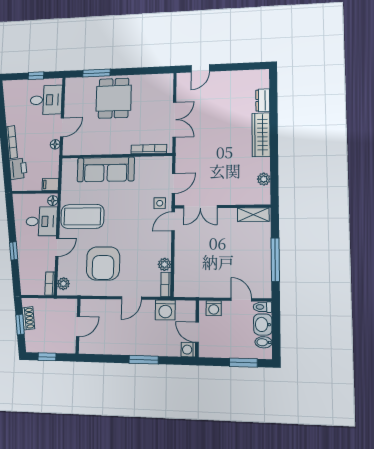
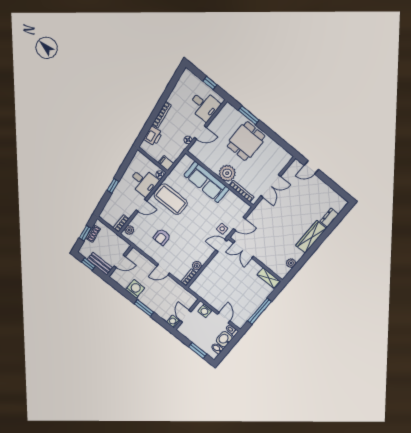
plant: (120, 144) -> (227, 173), added
armchair: (103, 263) -> (162, 237), width x0.53, depth x0.53
washing machine: (165, 310) -> (135, 289), moved, turned 180
bench: (59, 346) -> (100, 264), added

